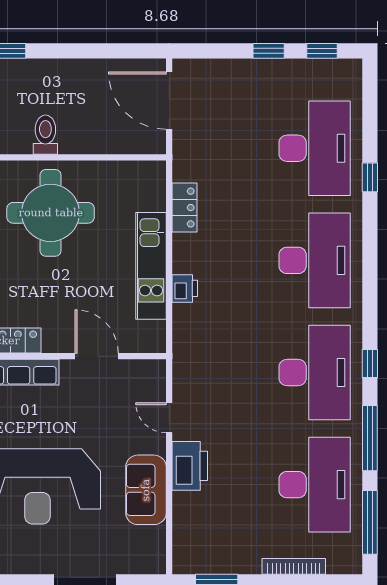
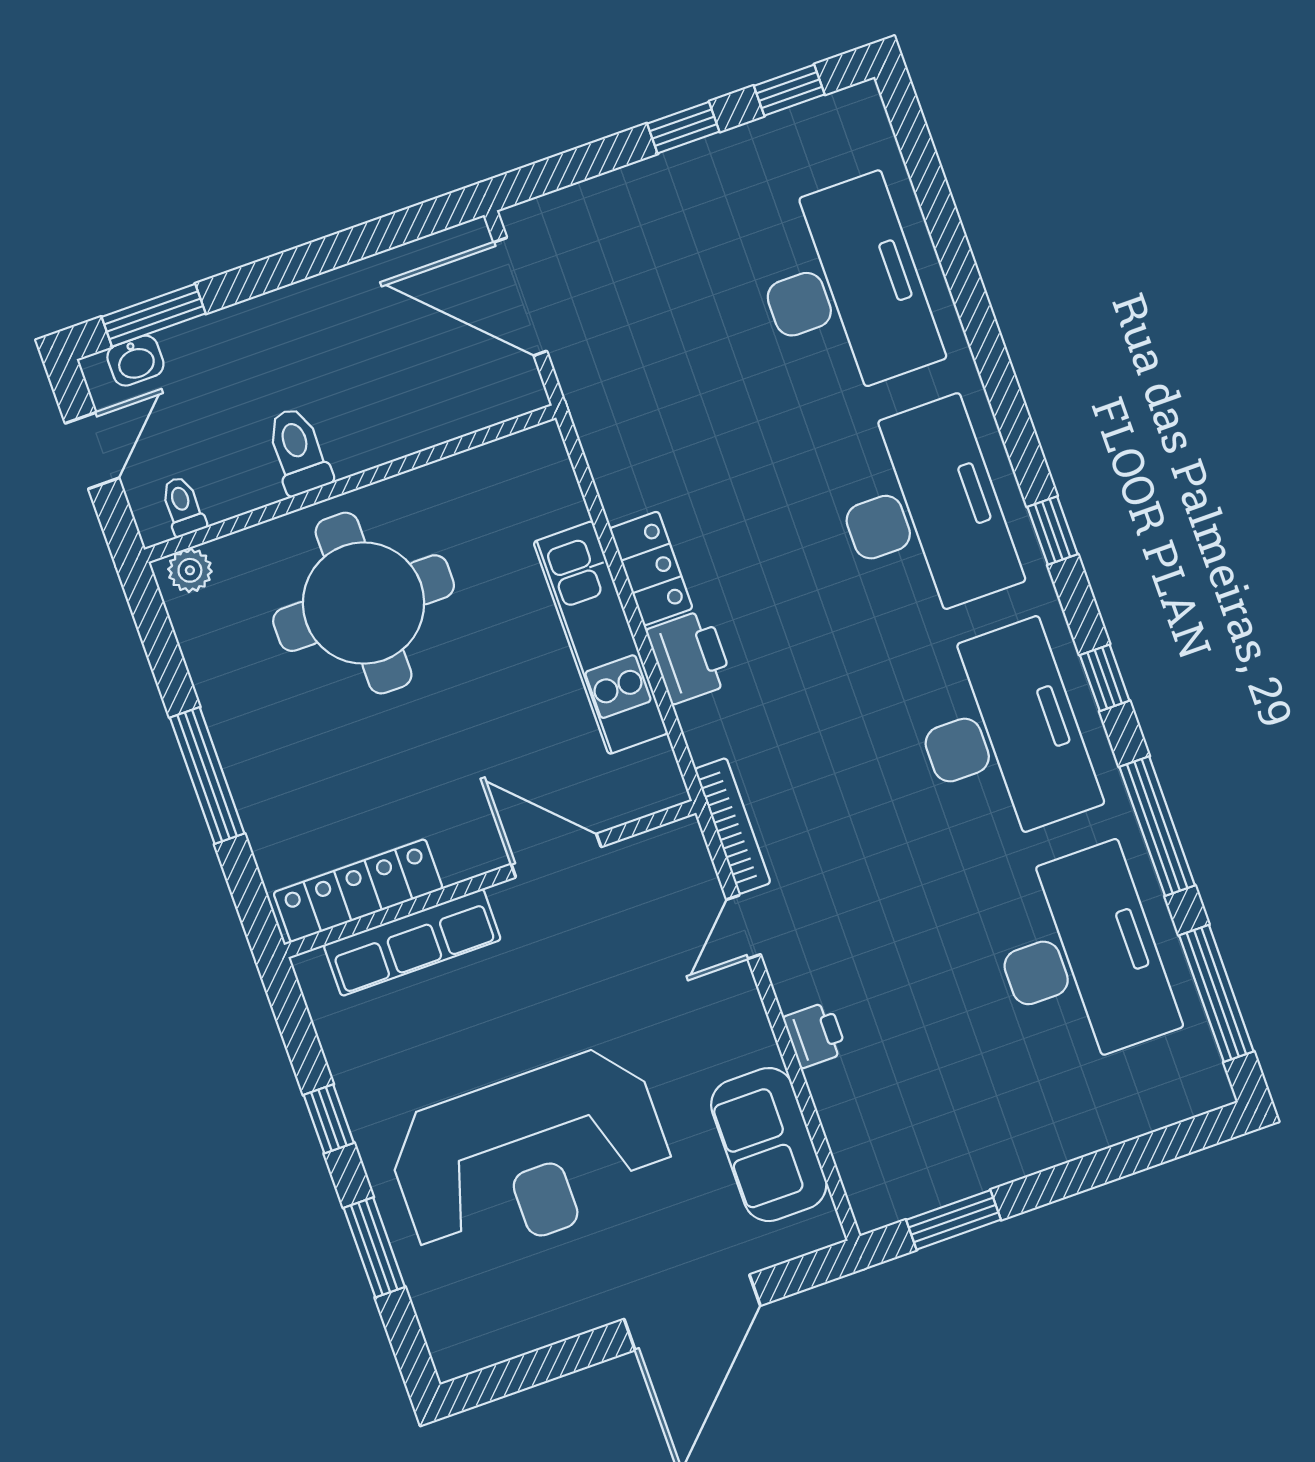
window: (370, 177) -> (1052, 530), moved
locker: (184, 208) -> (651, 568), moved
printer: (185, 288) -> (690, 657), width x1.36, depth x1.24
door: (169, 418) -> (744, 927), hinge flipped
printer: (190, 466) -> (815, 1035), width x0.53, depth x0.68
sofa: (146, 490) -> (769, 1145), moved
bookcase: (294, 566) -> (733, 826), moved, turned 90

